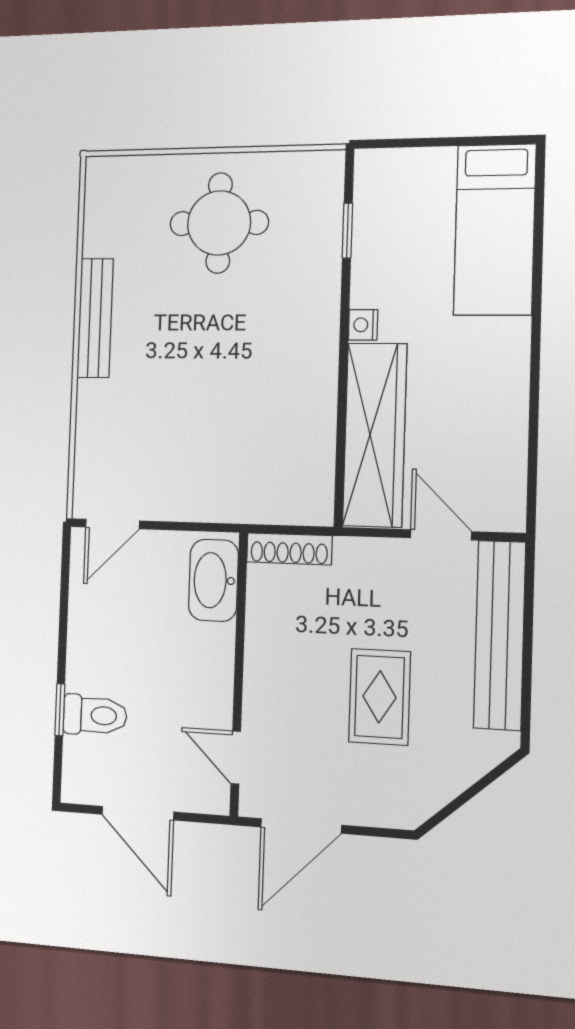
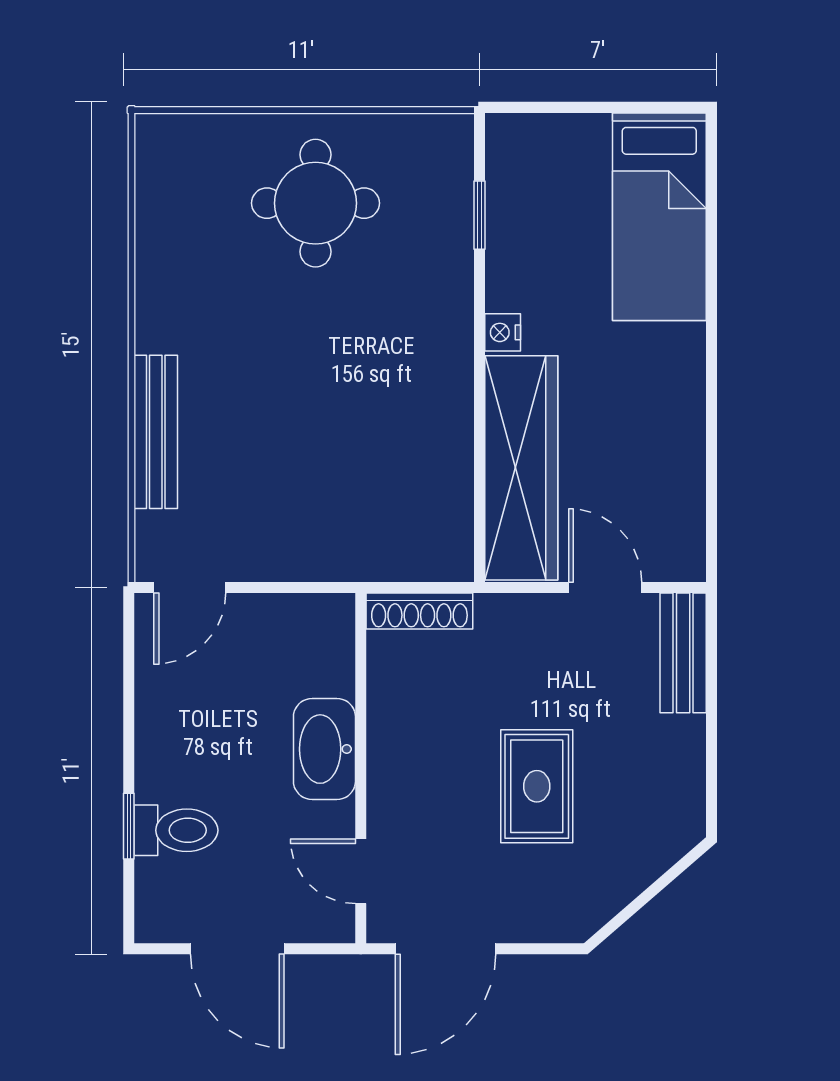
bench: (95, 318) -> (156, 432), moved
washbasin: (213, 580) -> (324, 749), moved
bench: (500, 635) -> (683, 653), width x0.54, depth x0.82

